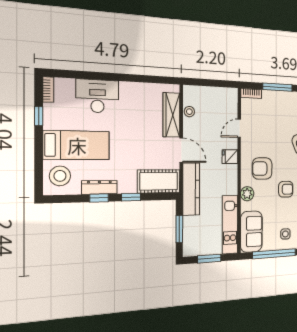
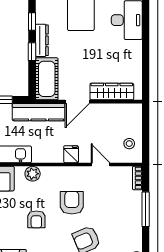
stool: (189, 112) -> (129, 144), moved
armchair: (262, 168) -> (72, 203), moved
dresser: (99, 187) -> (42, 40), moved

